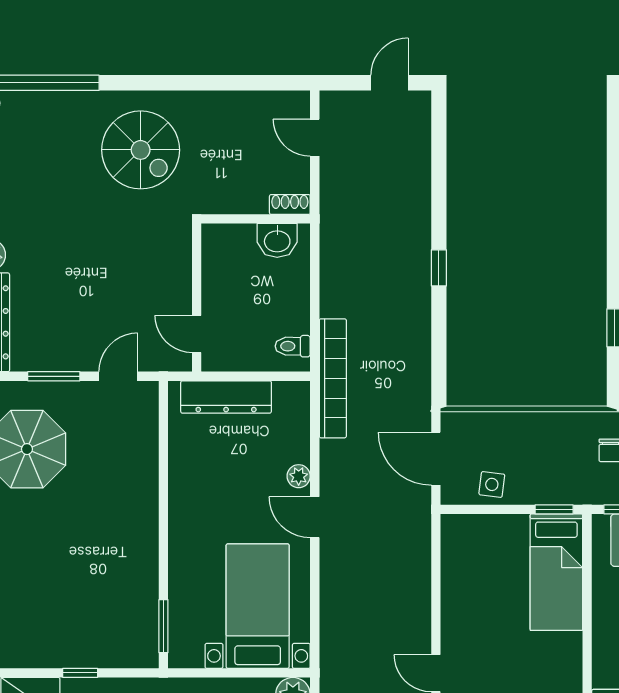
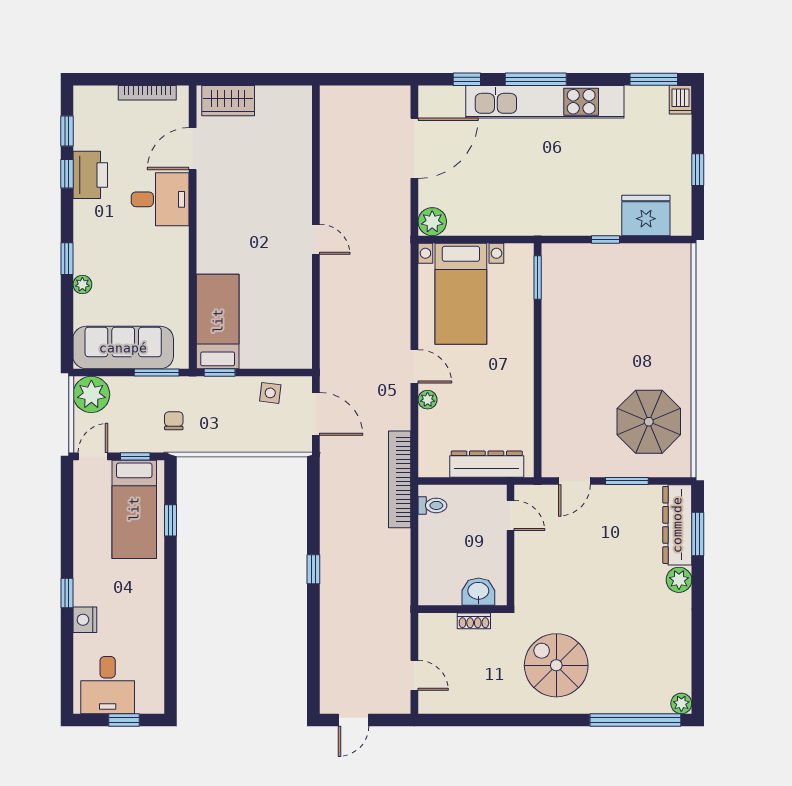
shoe rack: (290, 204) -> (474, 621), moved
washbasin: (277, 240) -> (478, 592), moved

